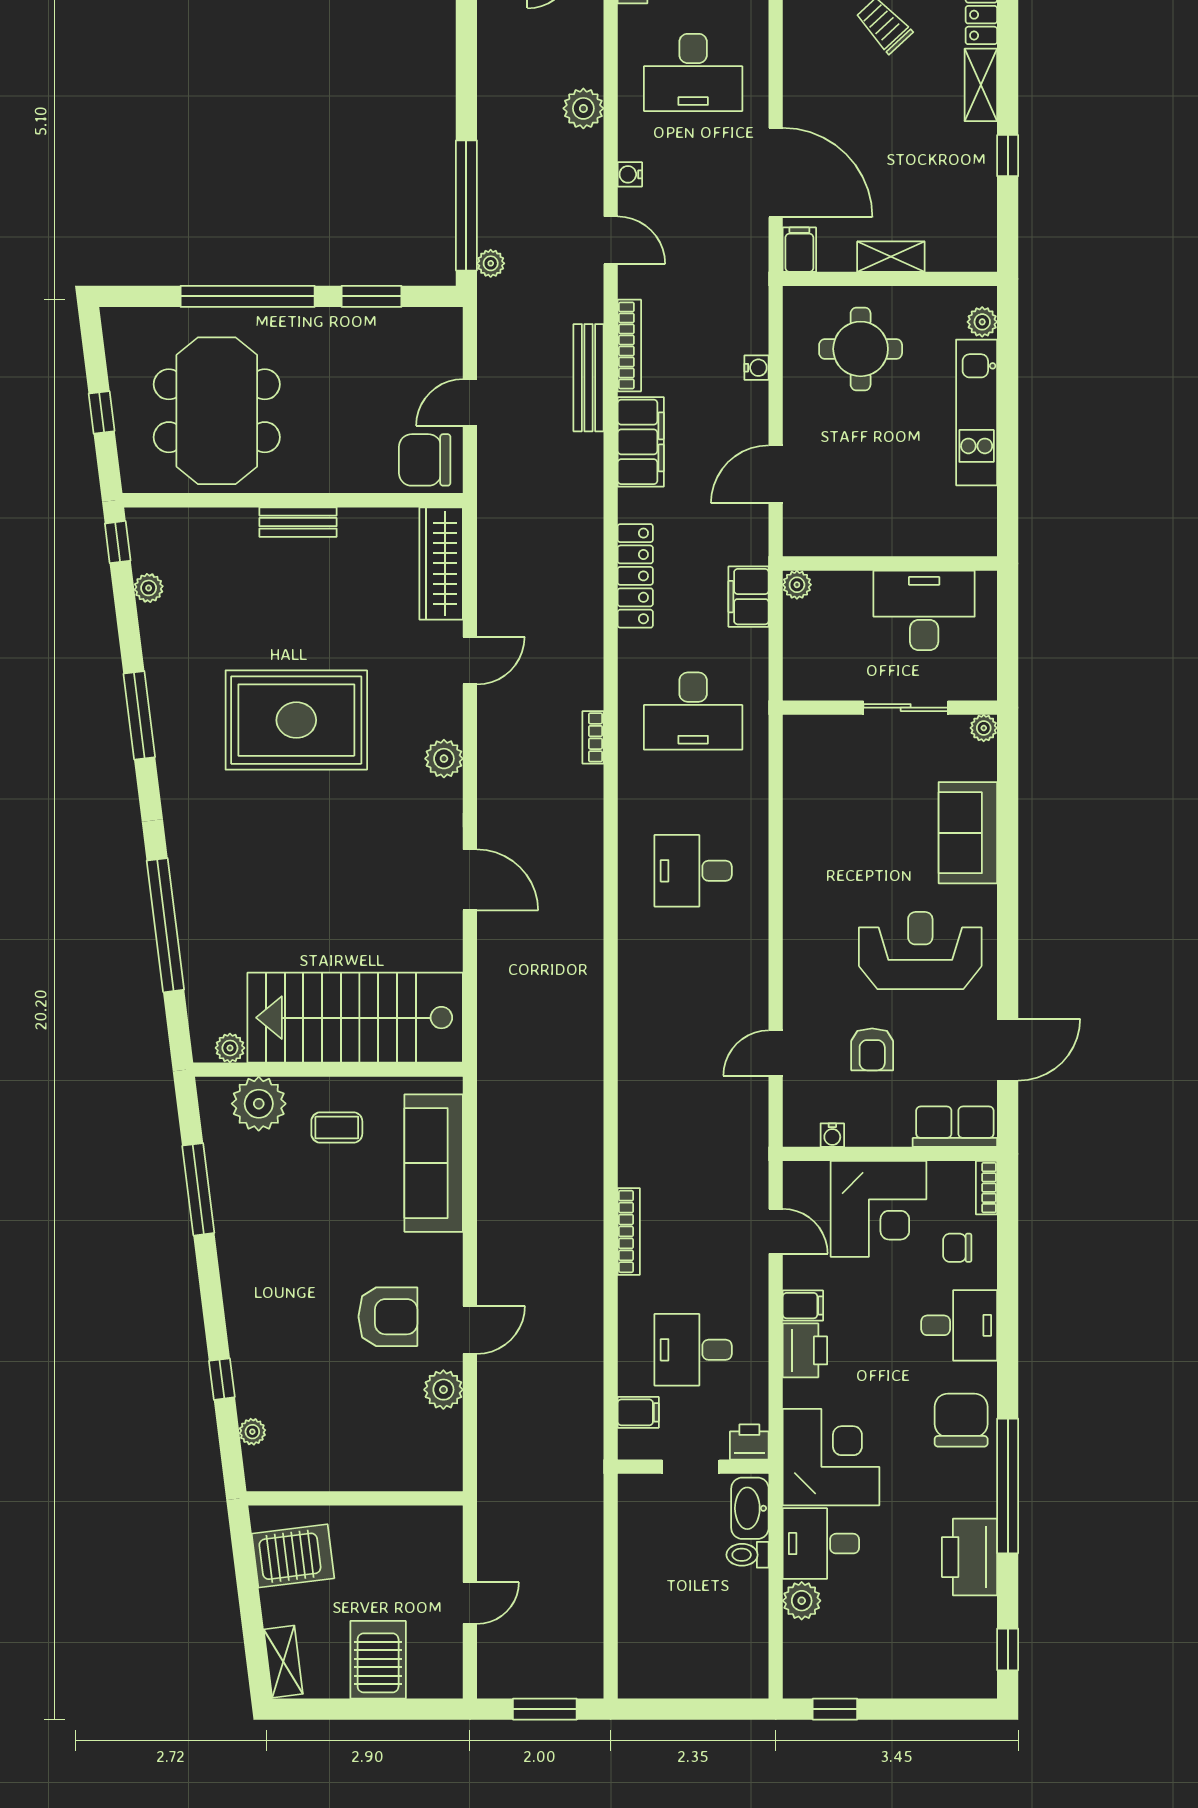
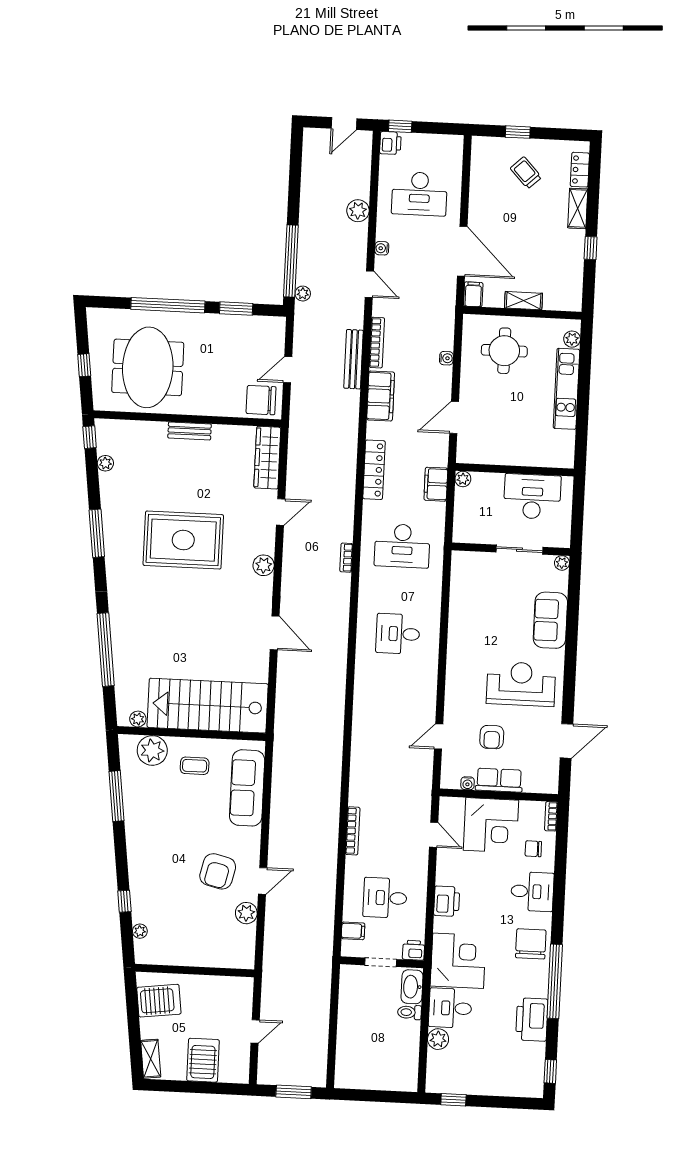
row of seats: (955, 1127) -> (499, 780), moved
filing cabinet: (803, 1306) -> (447, 876), removed
armchair: (388, 1317) -> (218, 871), turned 103

